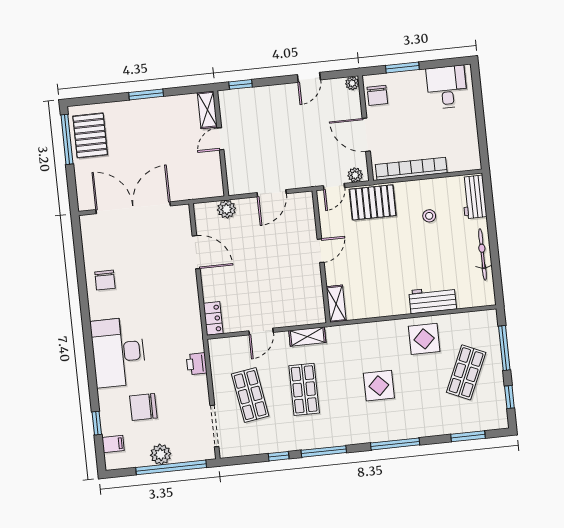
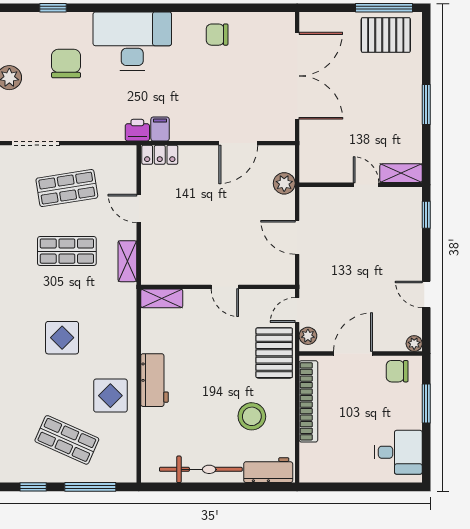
door: (334, 187) -> (297, 310), hinge flipped
stool: (429, 216) -> (252, 416), width x1.89, depth x1.89
bicycle: (483, 254) -> (201, 469), width x1.37, depth x1.40
workbench: (433, 300) -> (155, 380), moved
printer: (197, 364) -> (137, 130), moved
filing cabinet: (113, 444) -> (160, 129), moved, turned 180

